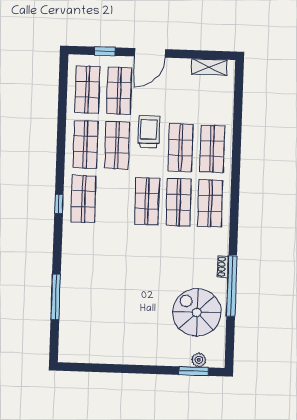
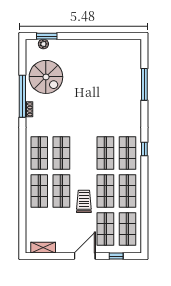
trolley: (149, 132) -> (84, 201), turned 180
shop shelf: (147, 201) -> (105, 153), moved

